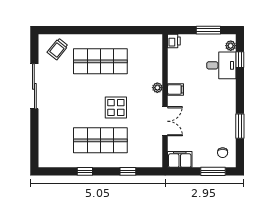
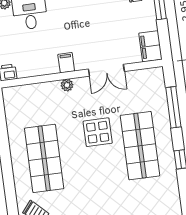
double door: (165, 121) -> (106, 70), swing flipped
window: (128, 171) -> (173, 107), width x2.17

